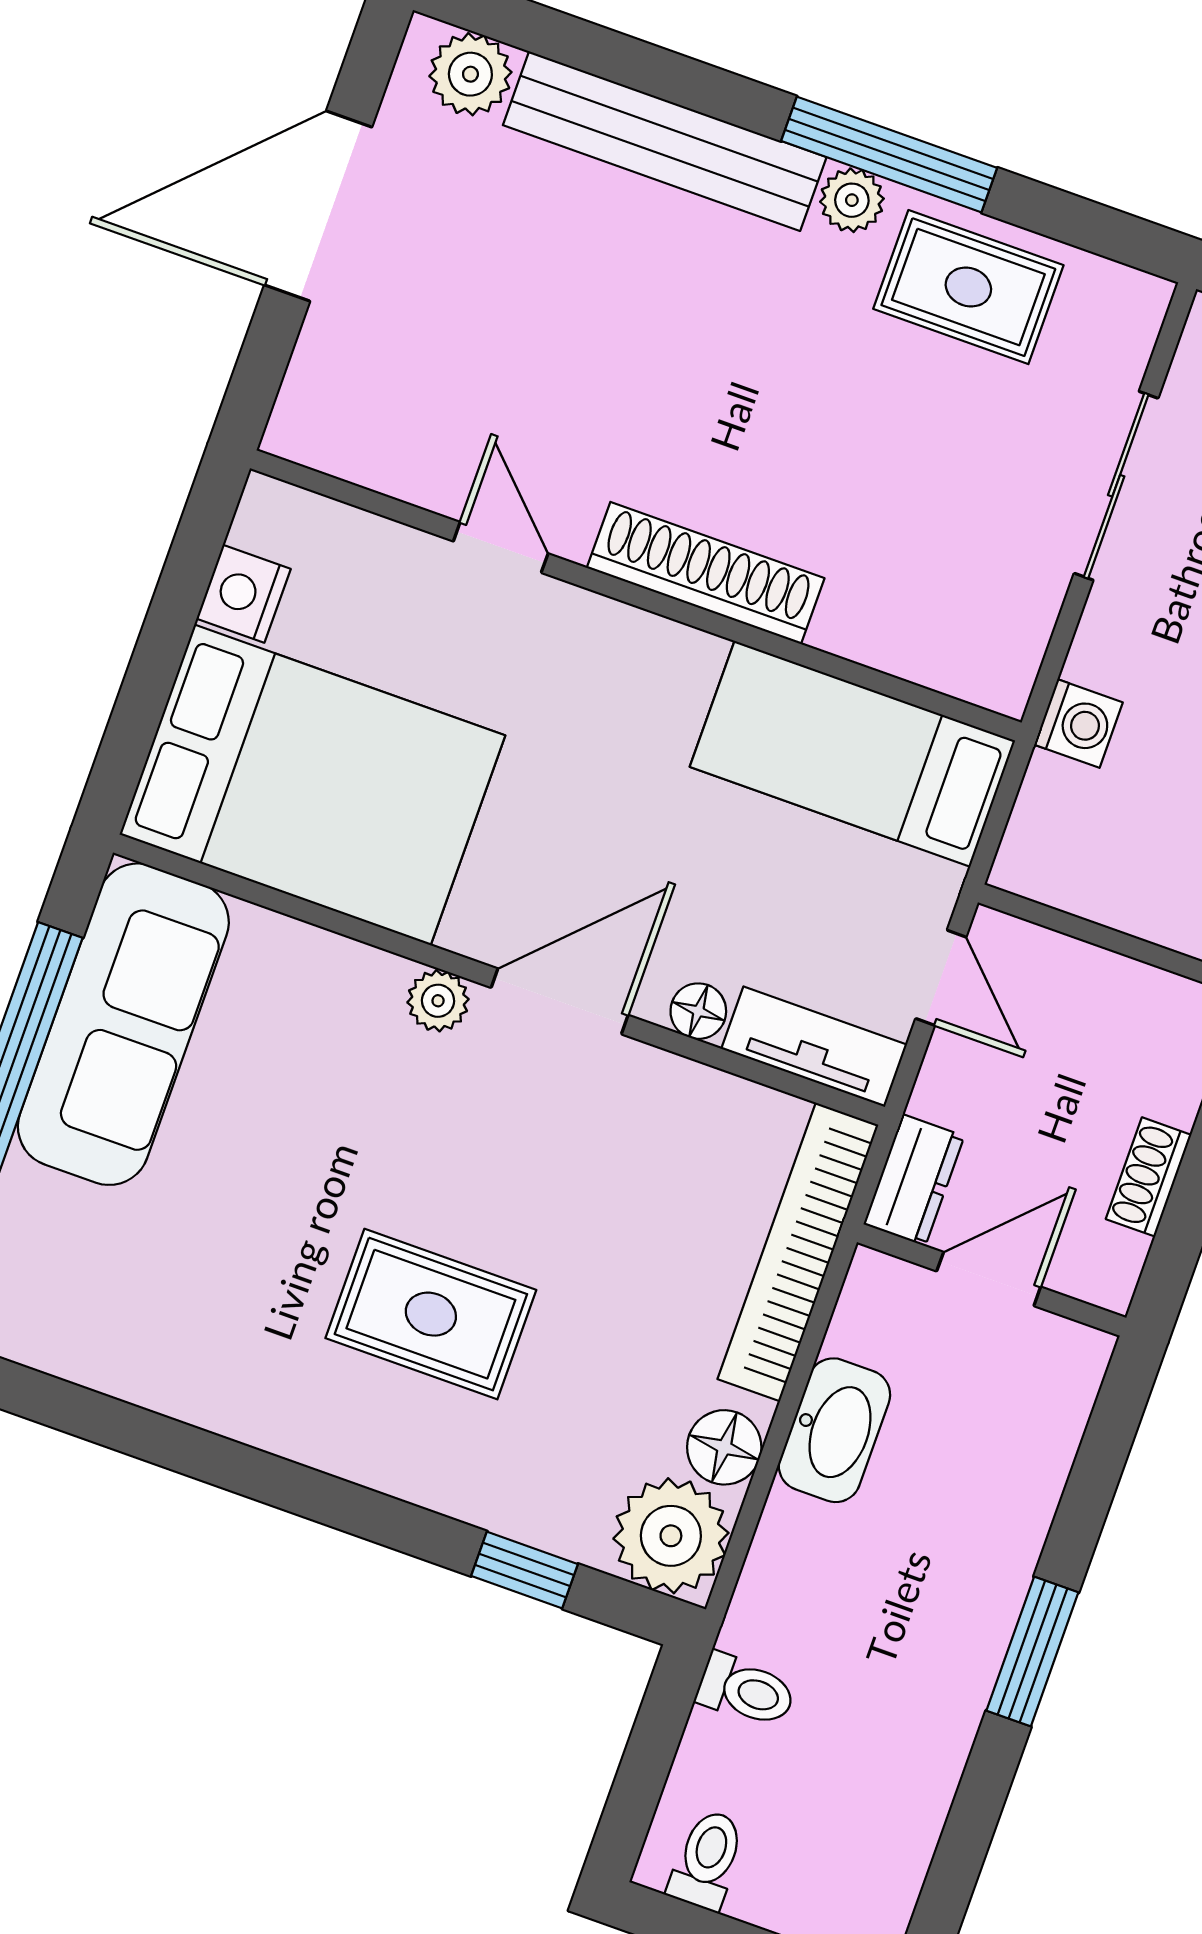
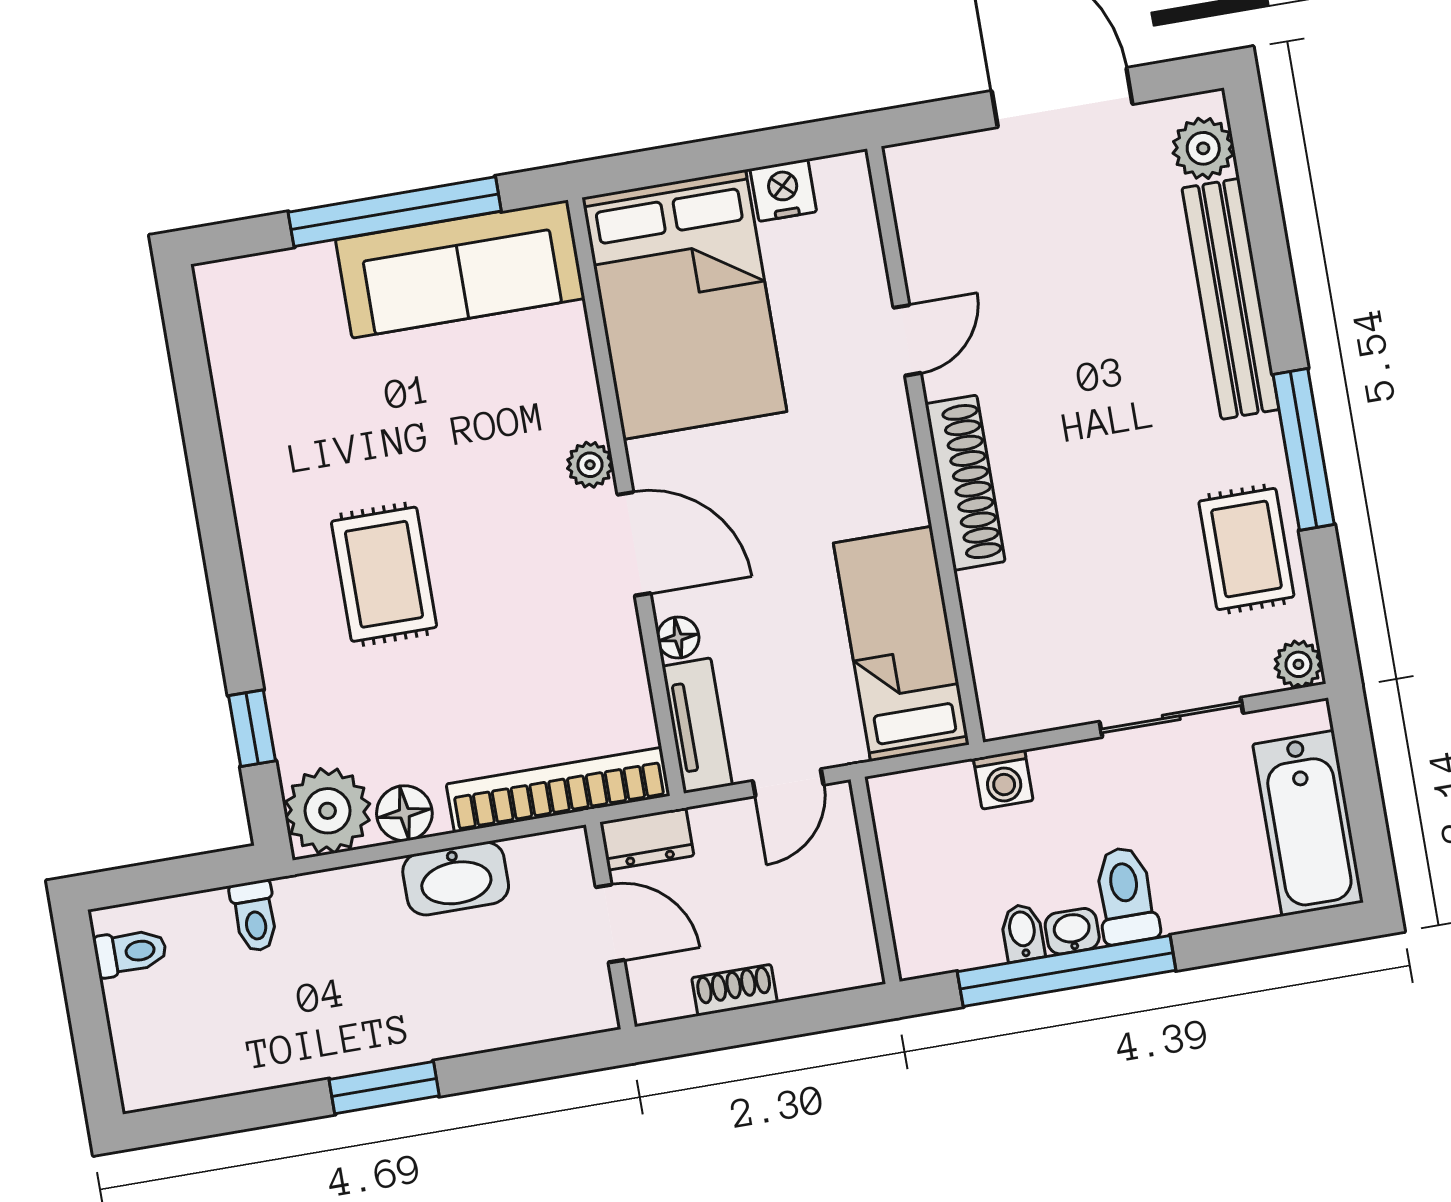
plant: (852, 200) -> (1298, 664), moved

